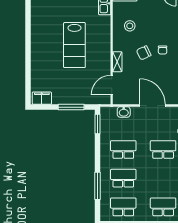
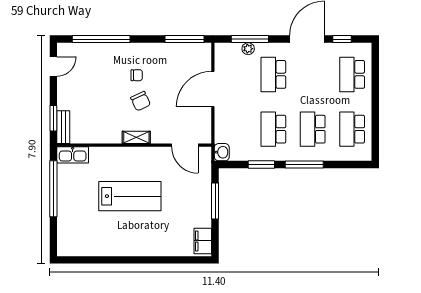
stool: (130, 26) -> (104, 120), removed
shelving: (117, 62) -> (136, 137), moved
washbasin: (124, 112) -> (222, 152), moved
window: (97, 124) -> (261, 165), moved
window: (97, 186) -> (304, 165), moved

